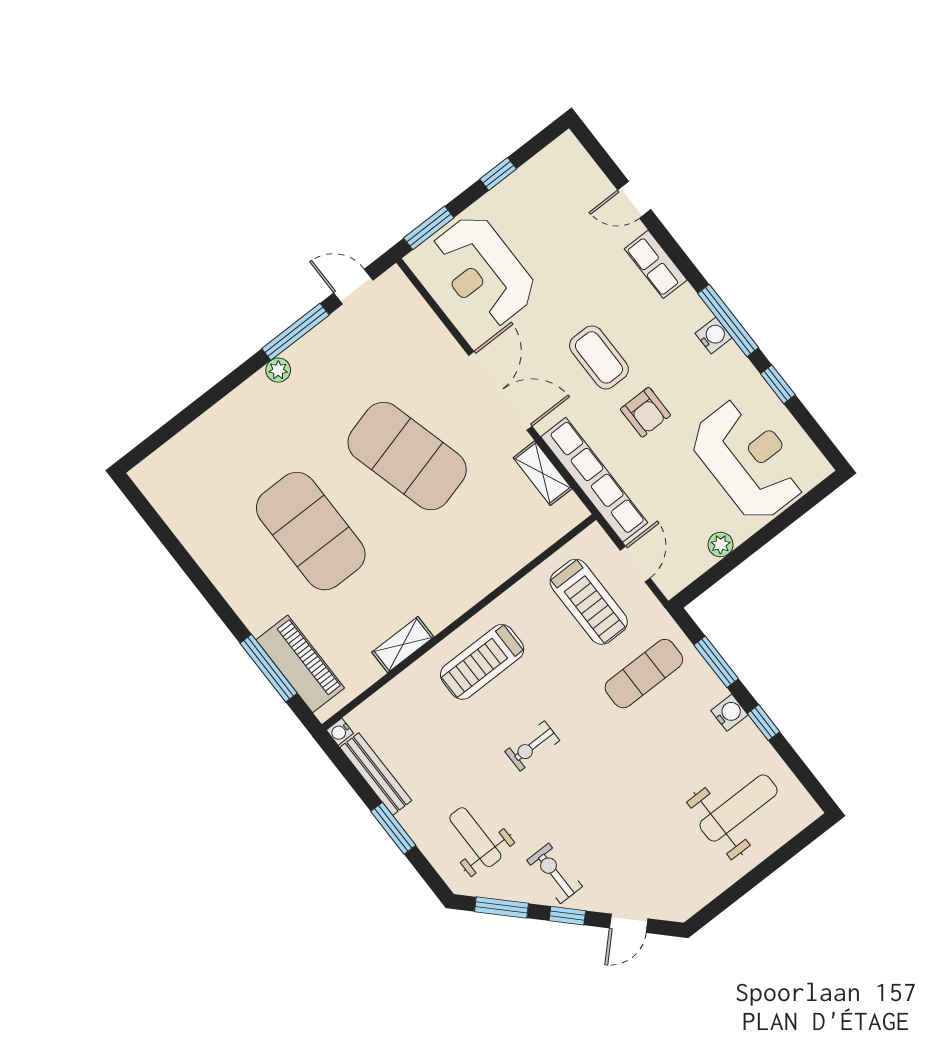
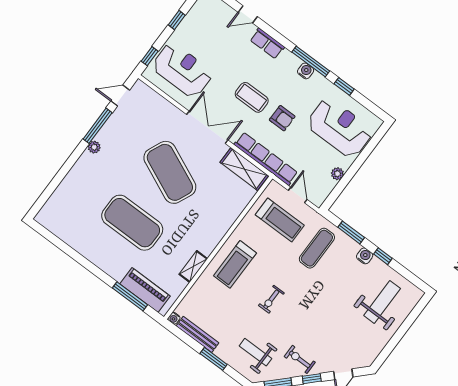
window: (429, 228) -> (150, 56), width x0.67
reception desk: (483, 271) -> (182, 70), turned 180
exercise mat: (407, 456) -> (170, 172), turned 39
shelving: (543, 473) -> (244, 169), width x1.50, depth x1.33

